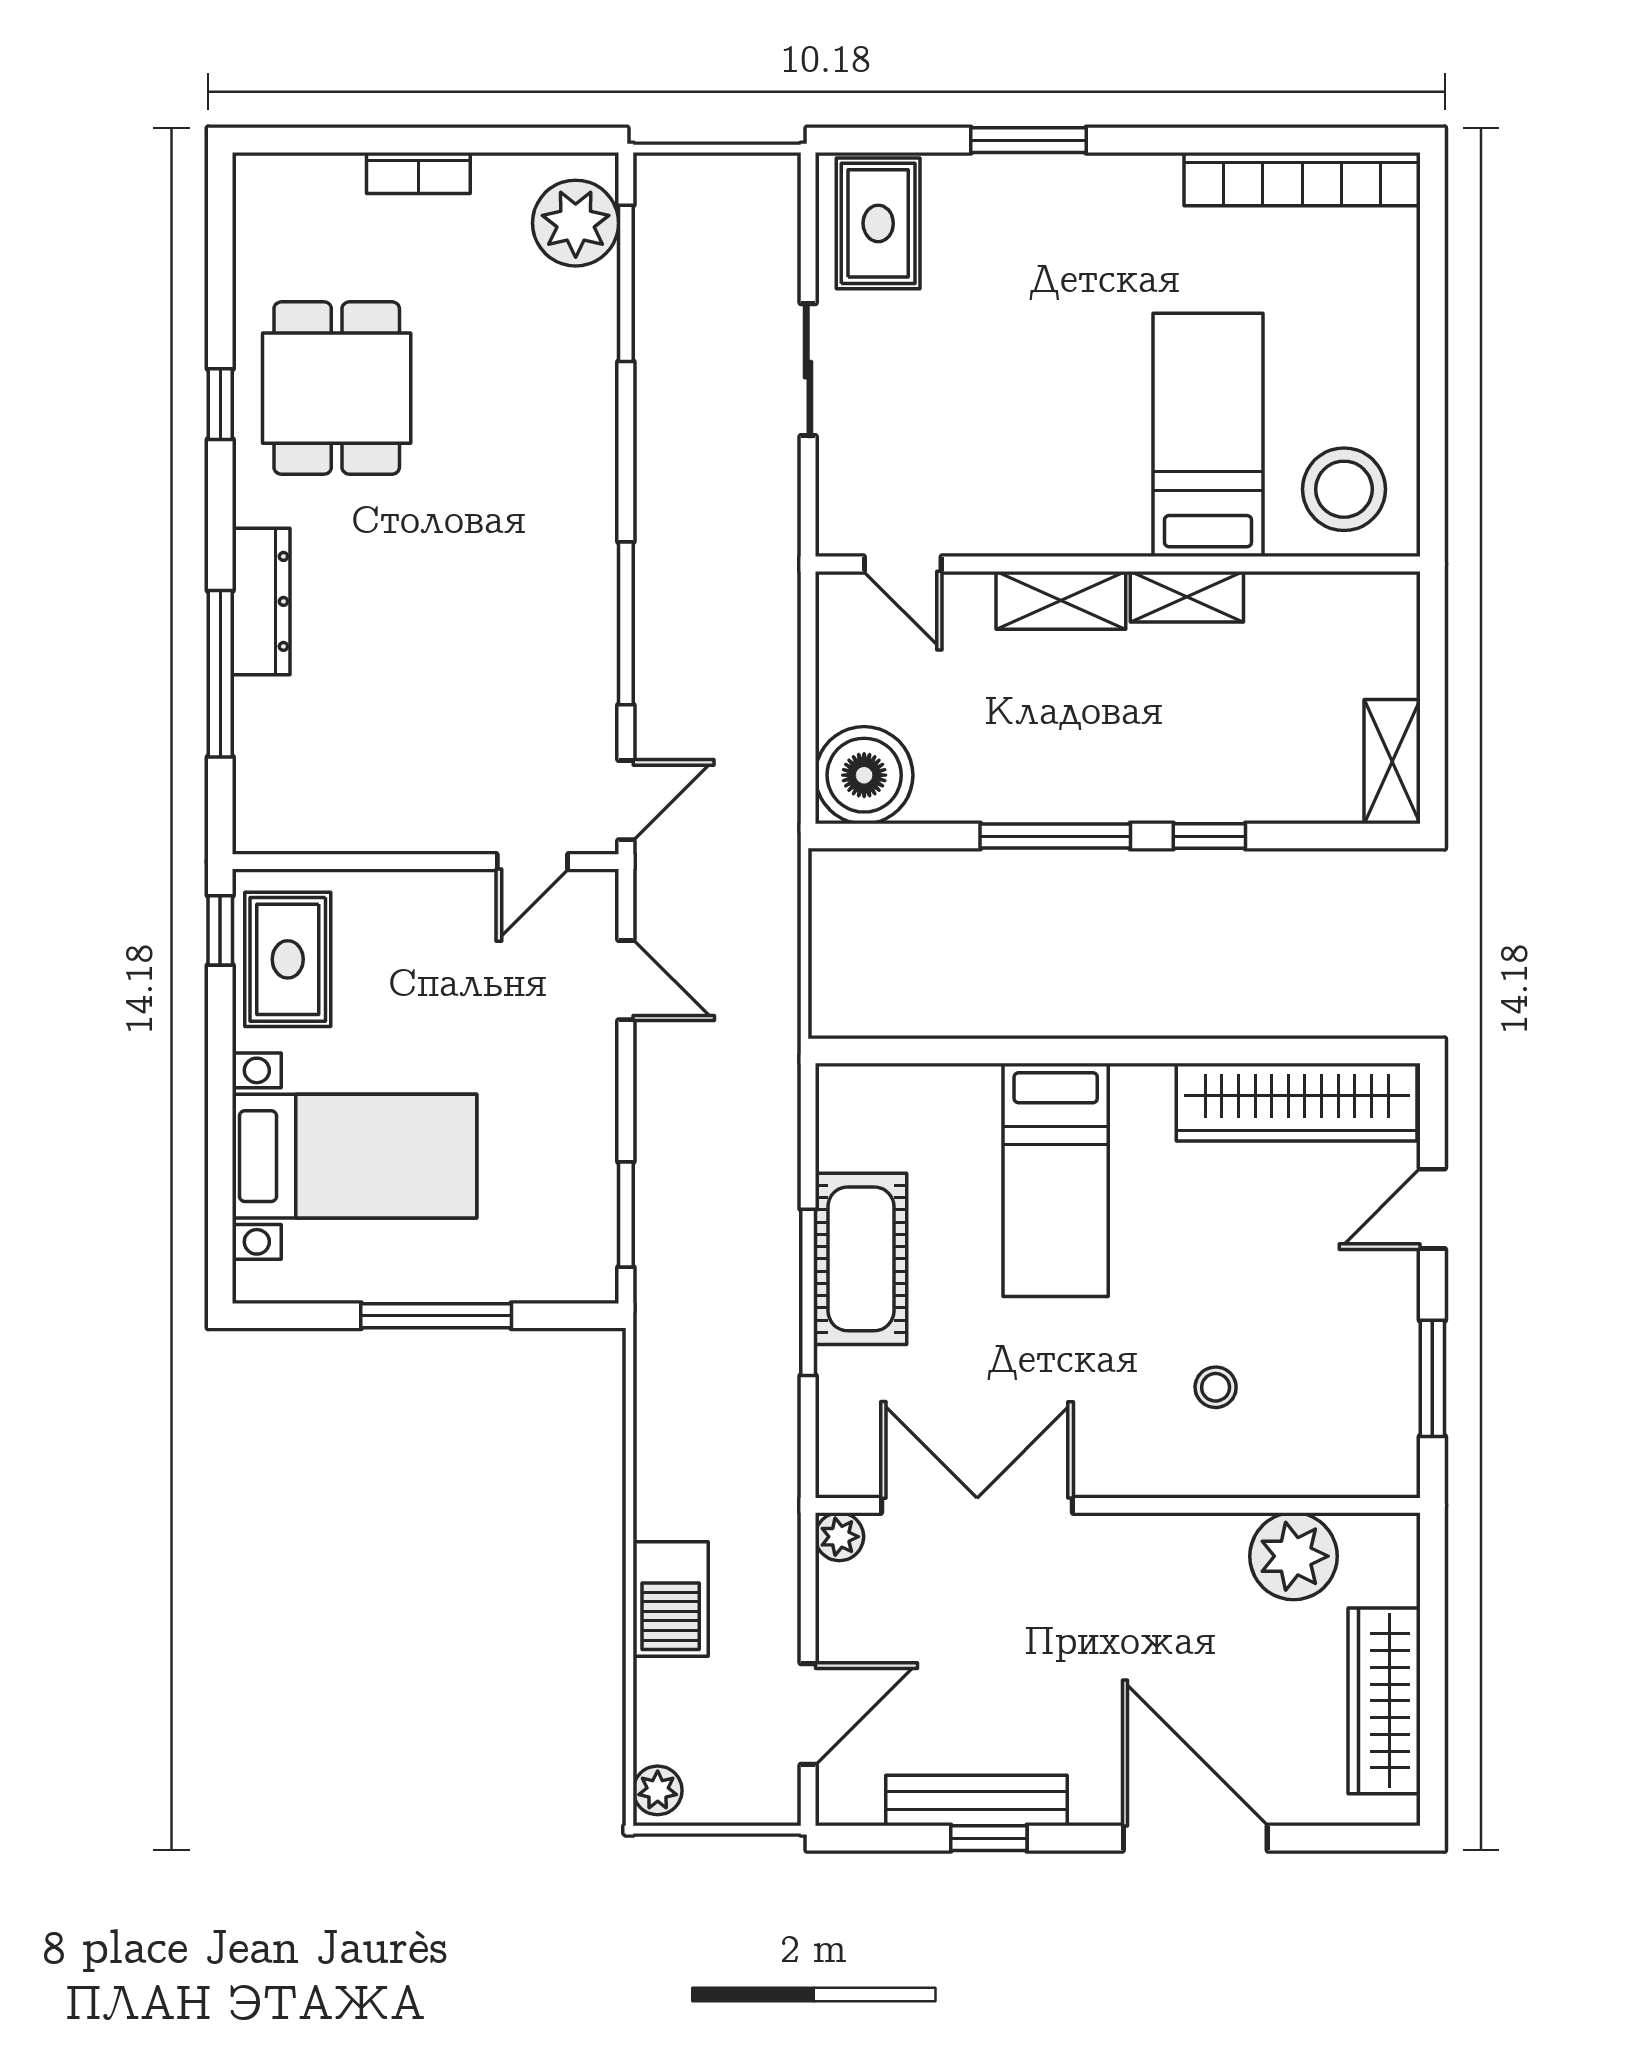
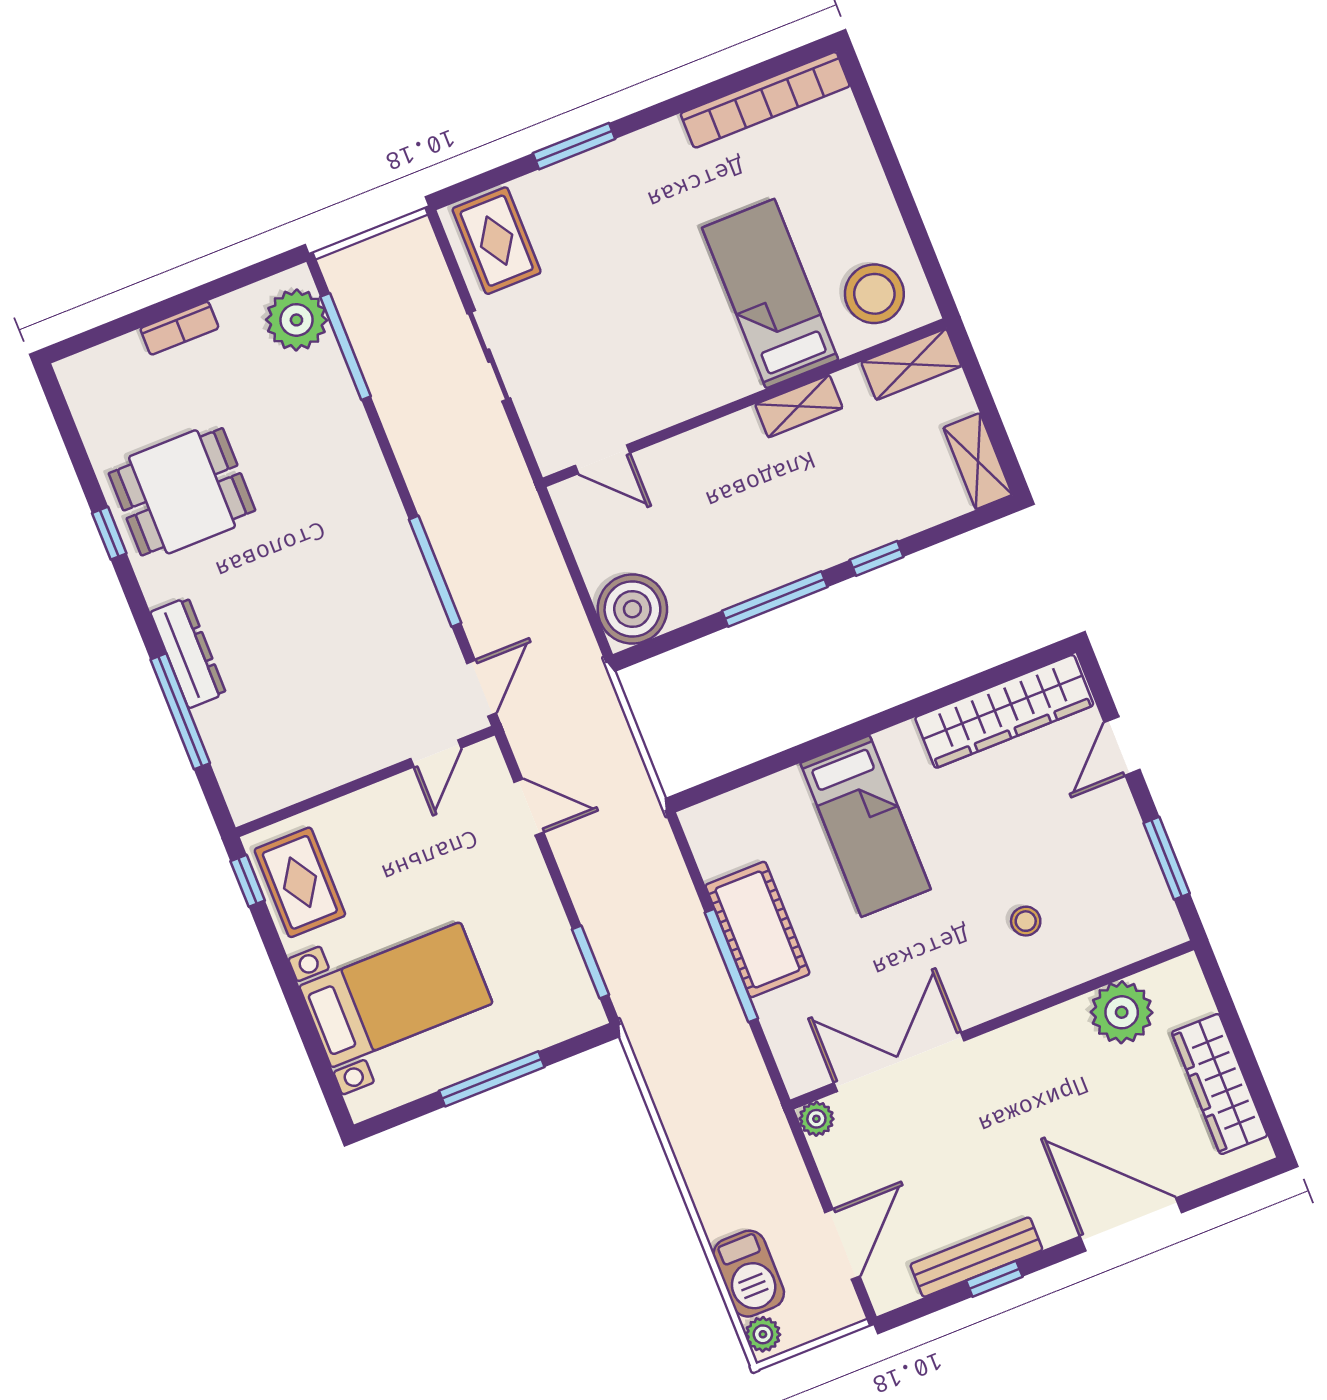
dining table: (337, 388) -> (182, 492), turned 90
shelving: (1061, 600) -> (911, 364), moved
barbecue: (671, 1599) -> (749, 1274), moved

